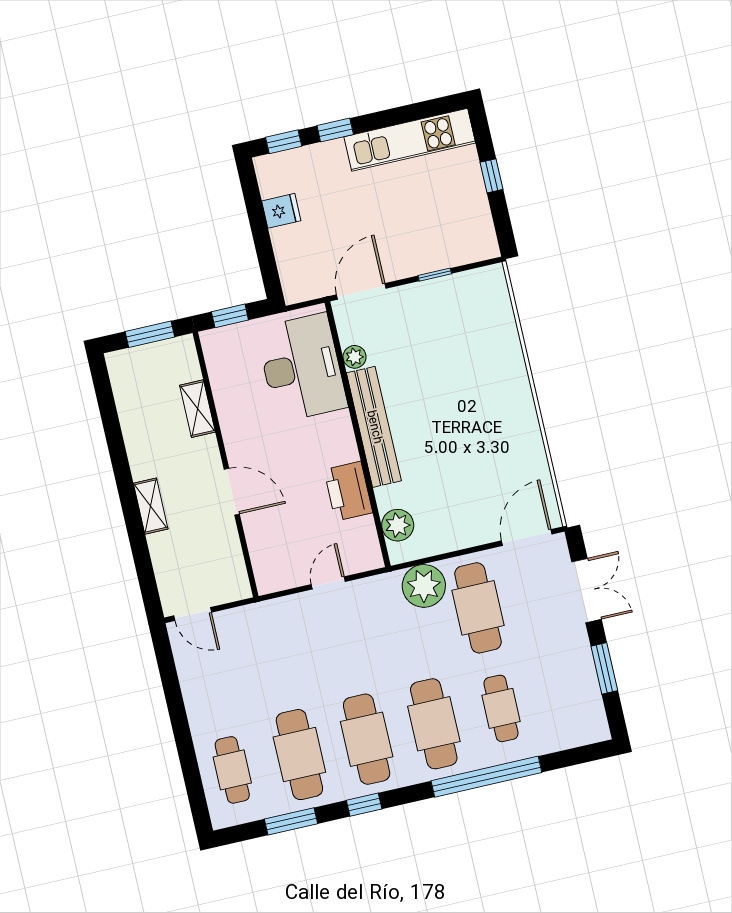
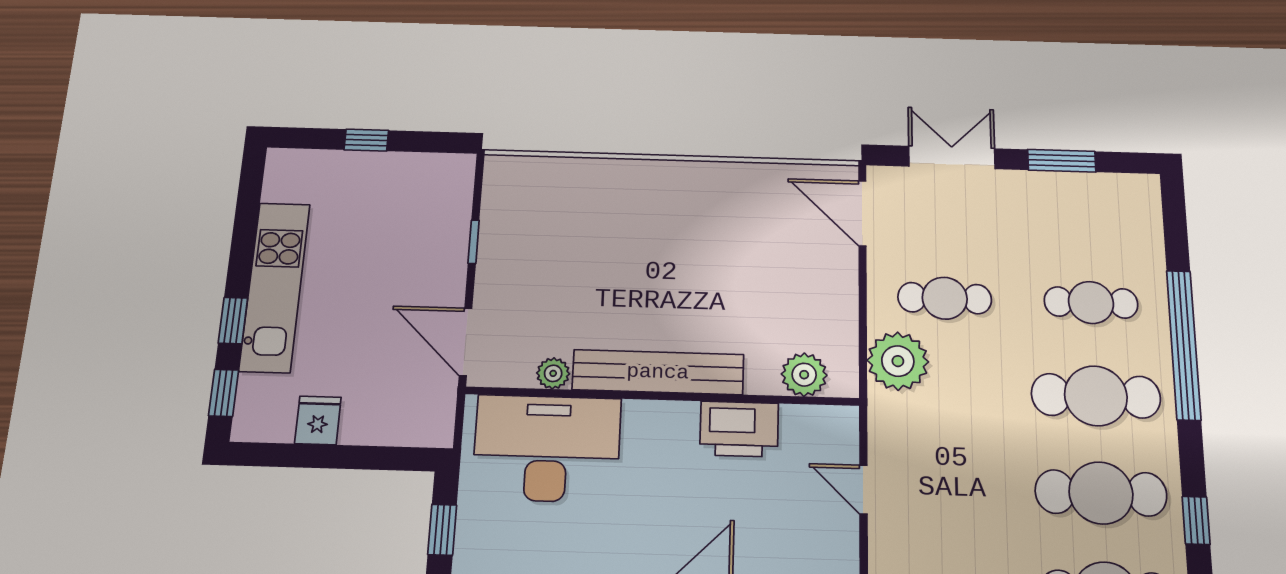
kitchen unit: (410, 140) -> (275, 287), moved
cafe table: (478, 608) -> (945, 298), width x0.73, depth x0.74

